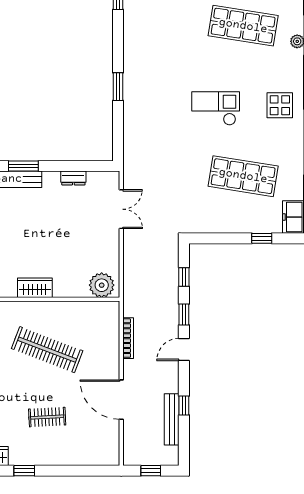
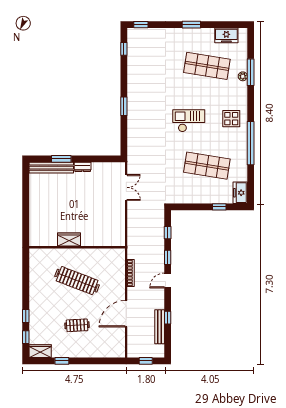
dresser: (73, 178) -> (83, 167), moved
plant: (102, 285) -> (113, 238), removed
door: (121, 400) -> (126, 314), hinge flipped

